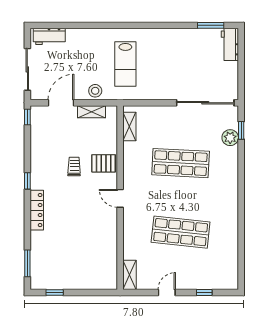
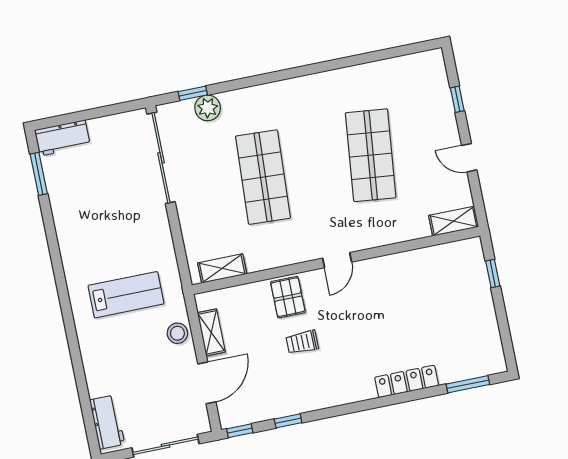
door: (61, 103) -> (207, 383), swing flipped
window: (27, 181) -> (288, 421), moved
locker: (37, 210) -> (407, 381), moved
window: (55, 293) -> (493, 274), moved

